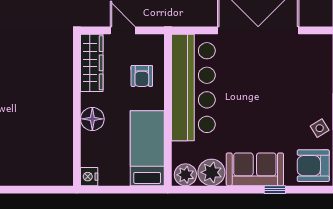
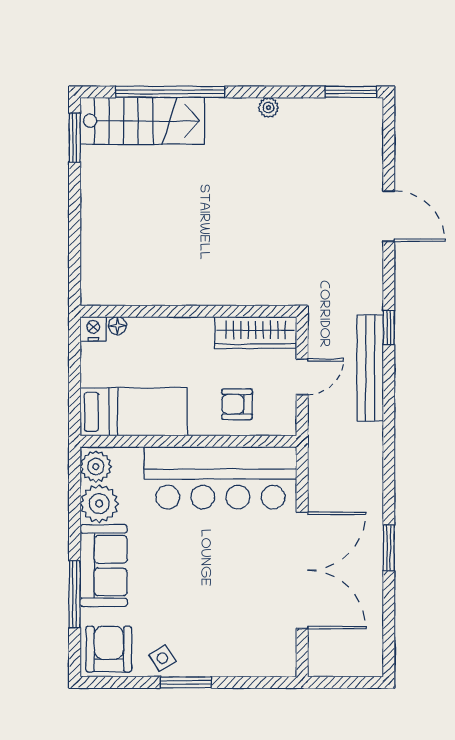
floor lamp: (92, 119) -> (117, 326), moved, width x0.53, depth x0.53
window: (275, 190) -> (75, 594), width x2.17

